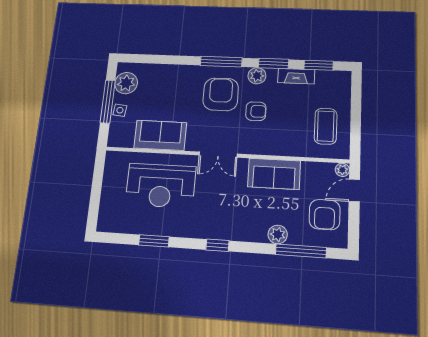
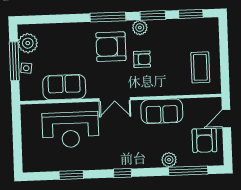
fireplace: (296, 76) -> (173, 25), removed
armchair: (221, 94) -> (111, 47), turned -90
plant: (342, 170) -> (216, 103), removed

